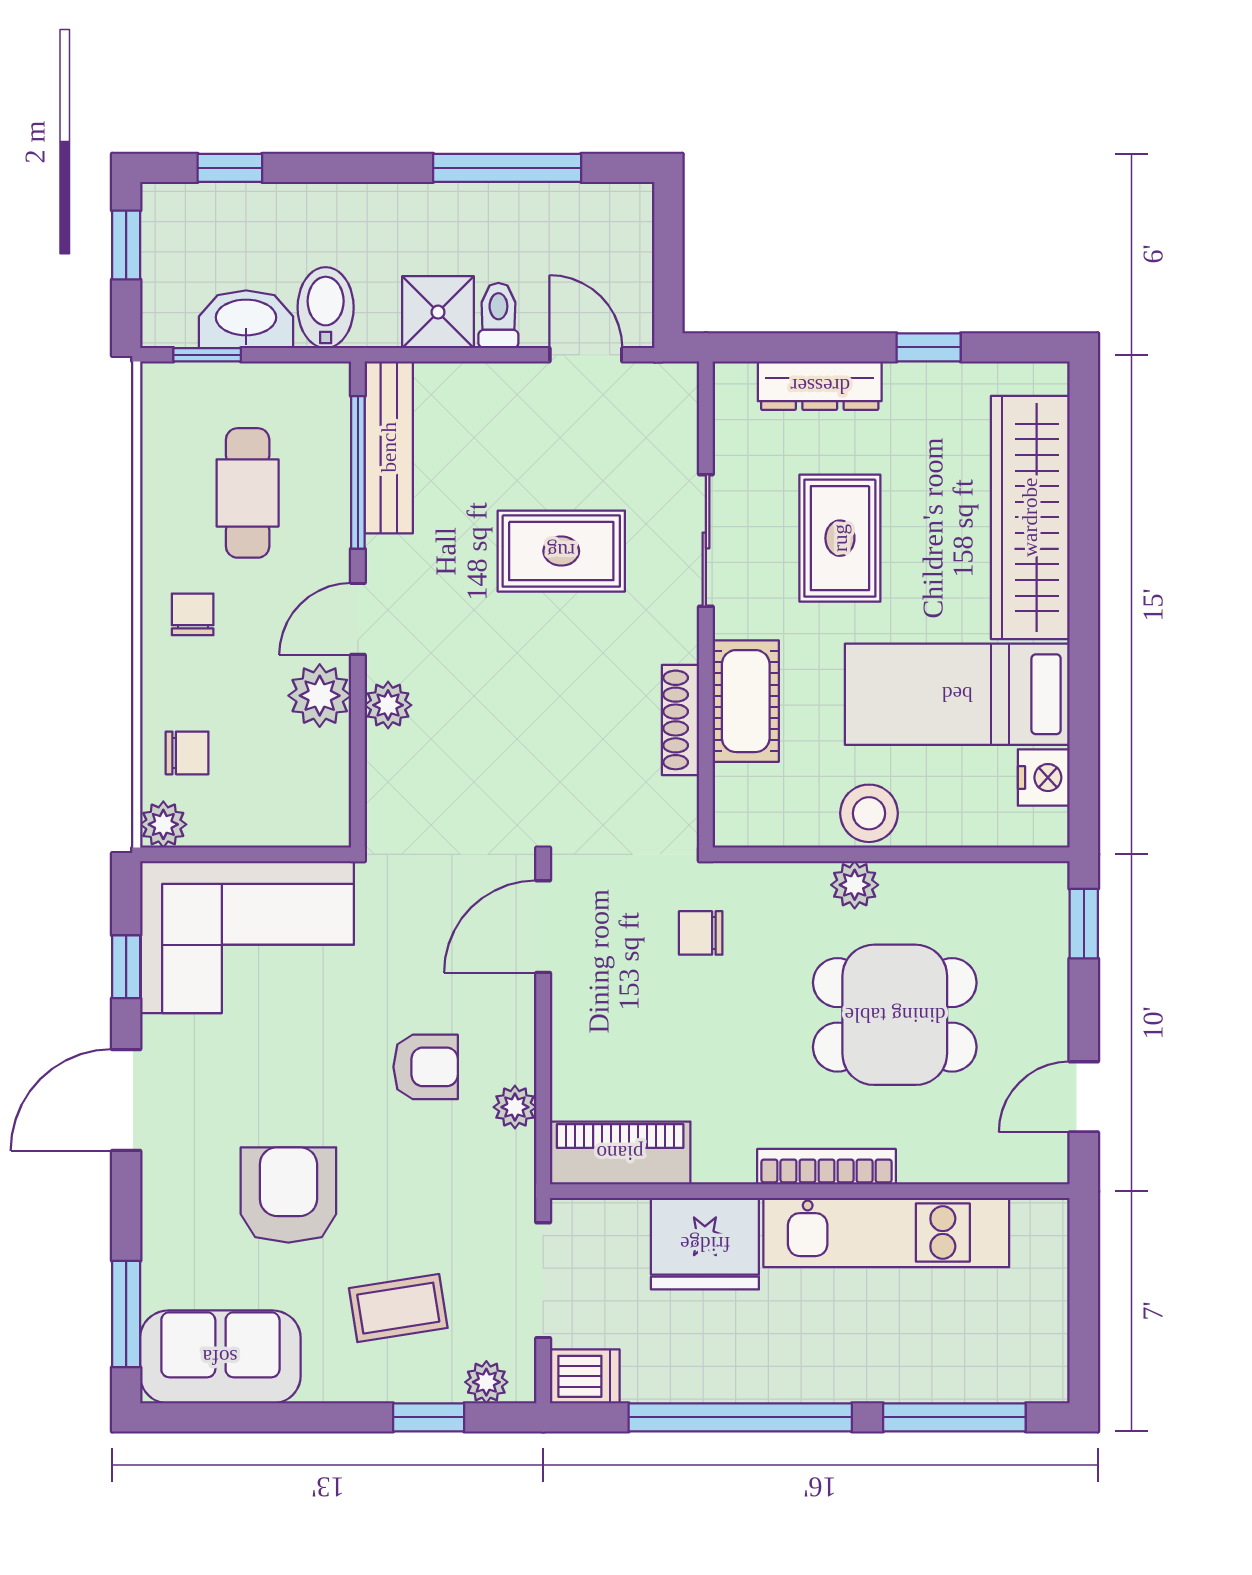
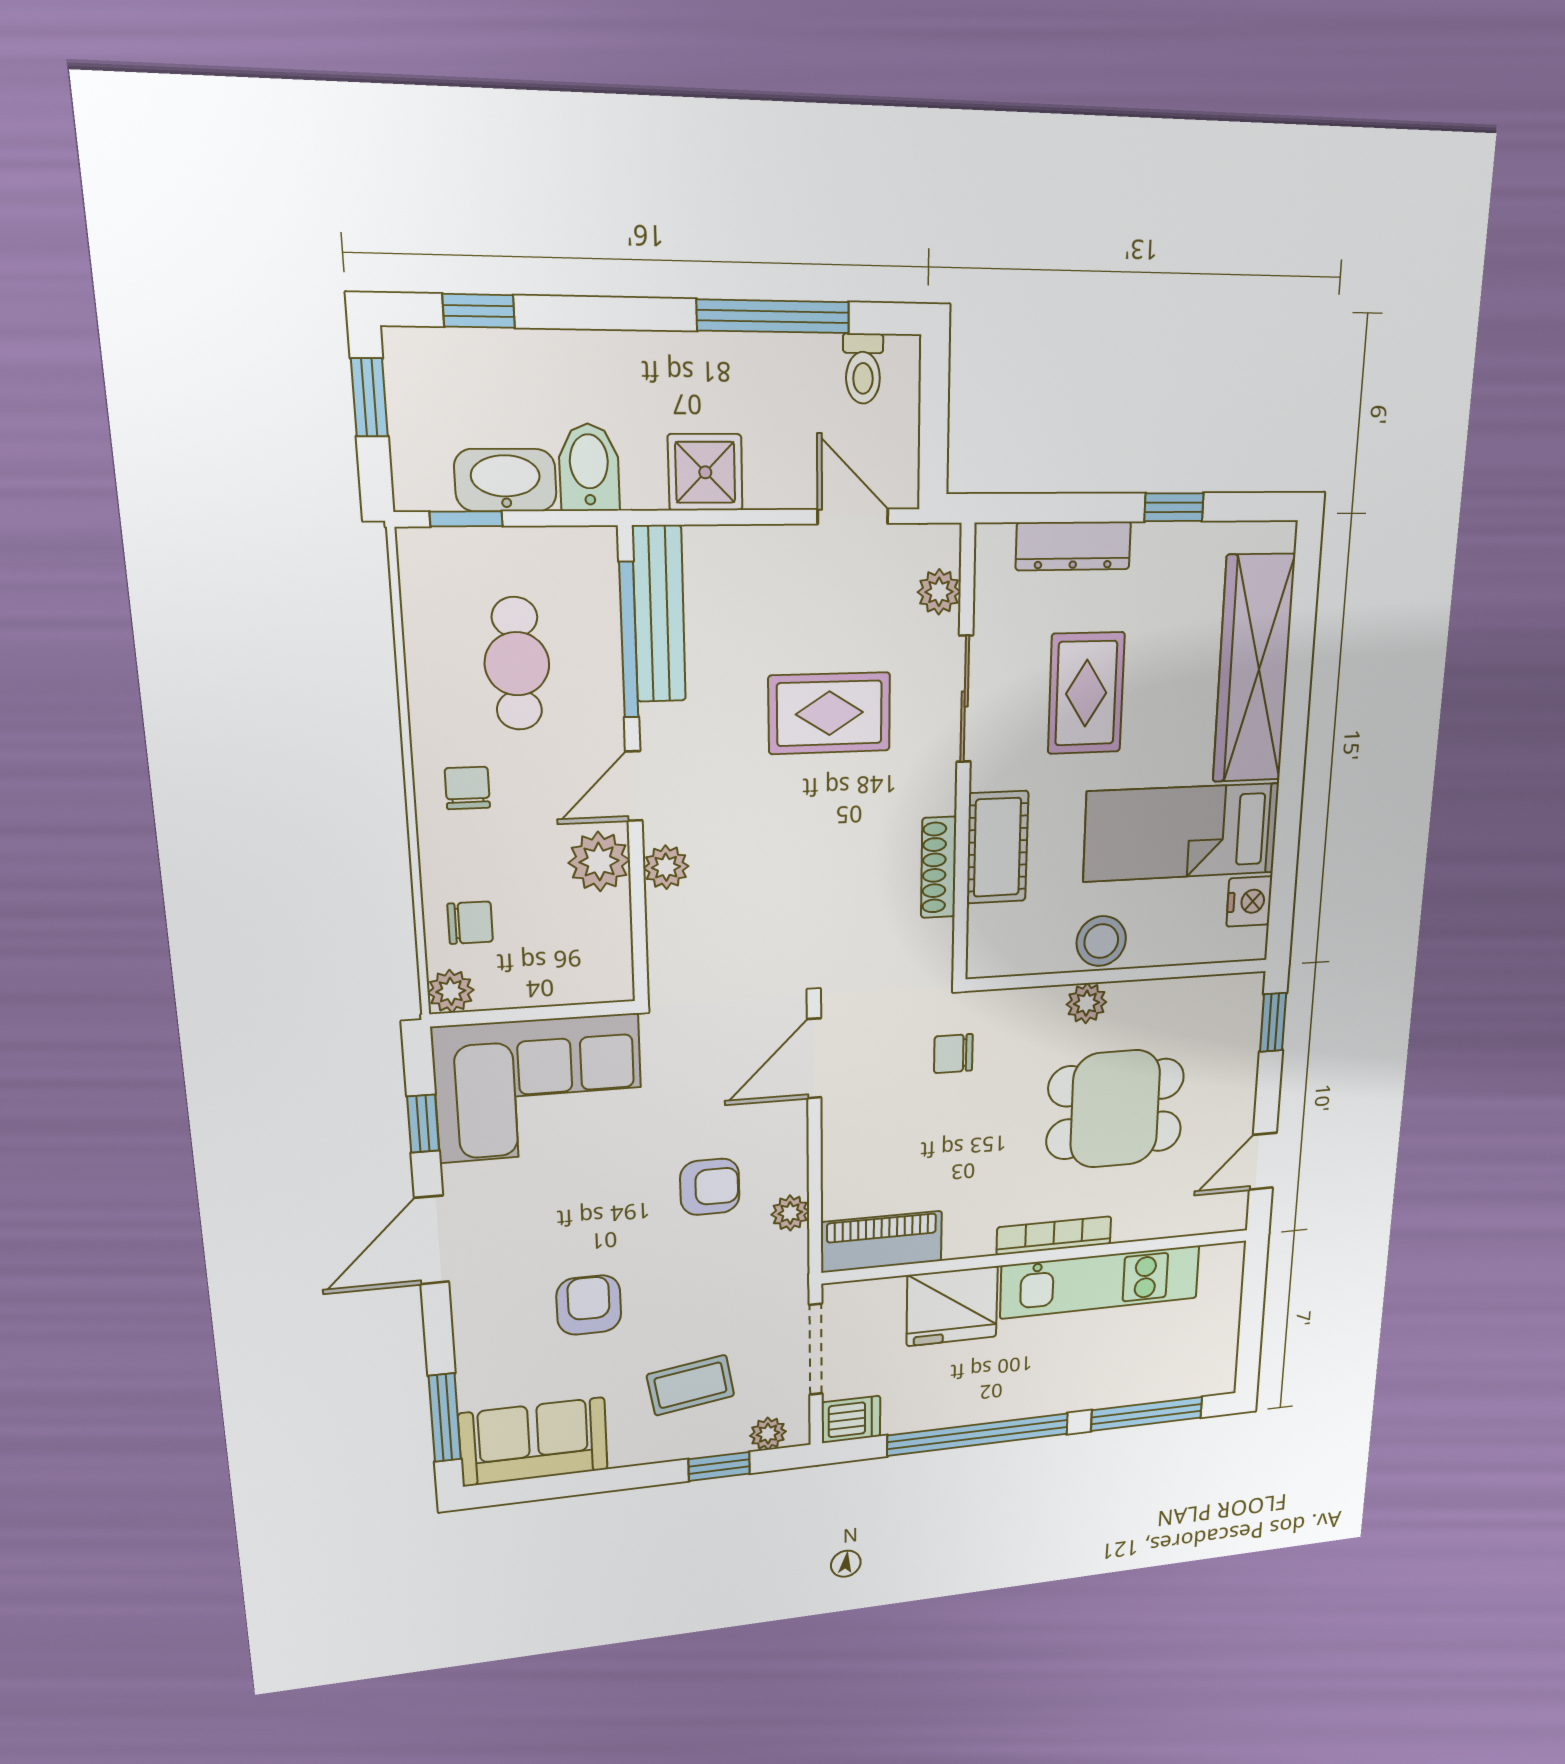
toilet: (498, 315) -> (863, 369), moved, turned 180
plant: (676, 430) -> (939, 592), added
armchair: (288, 1195) -> (589, 1305), width x0.72, depth x0.72

